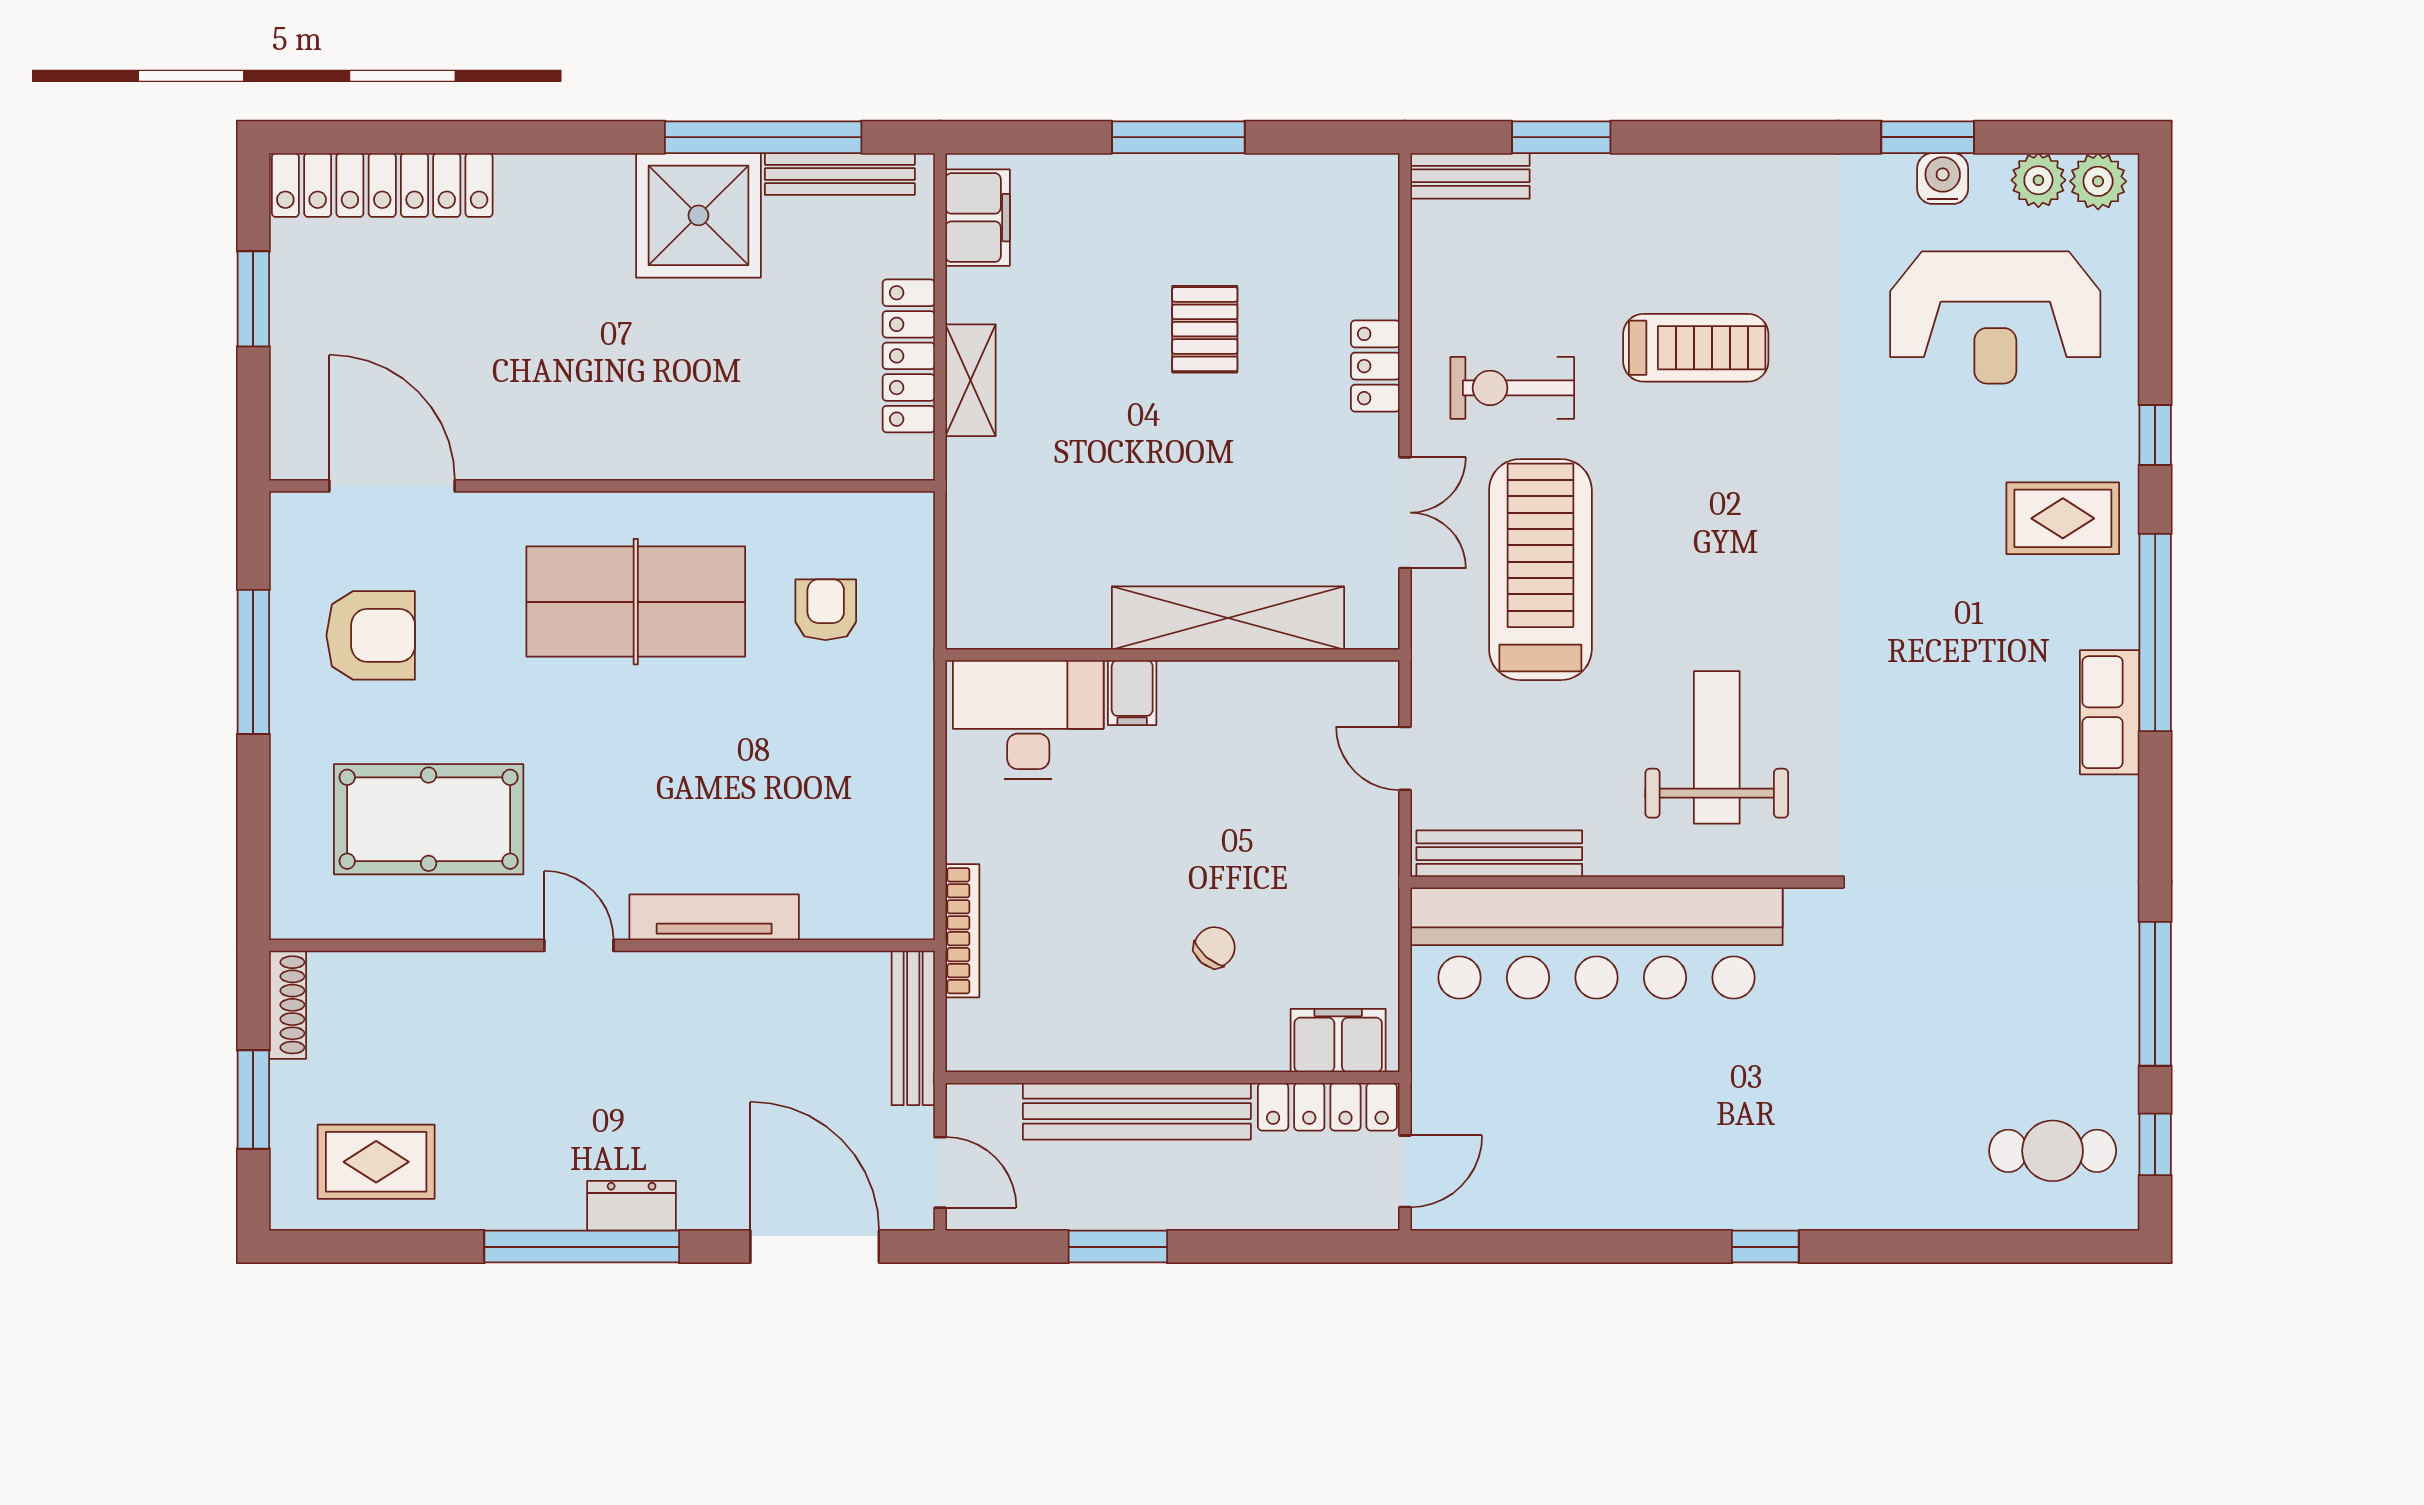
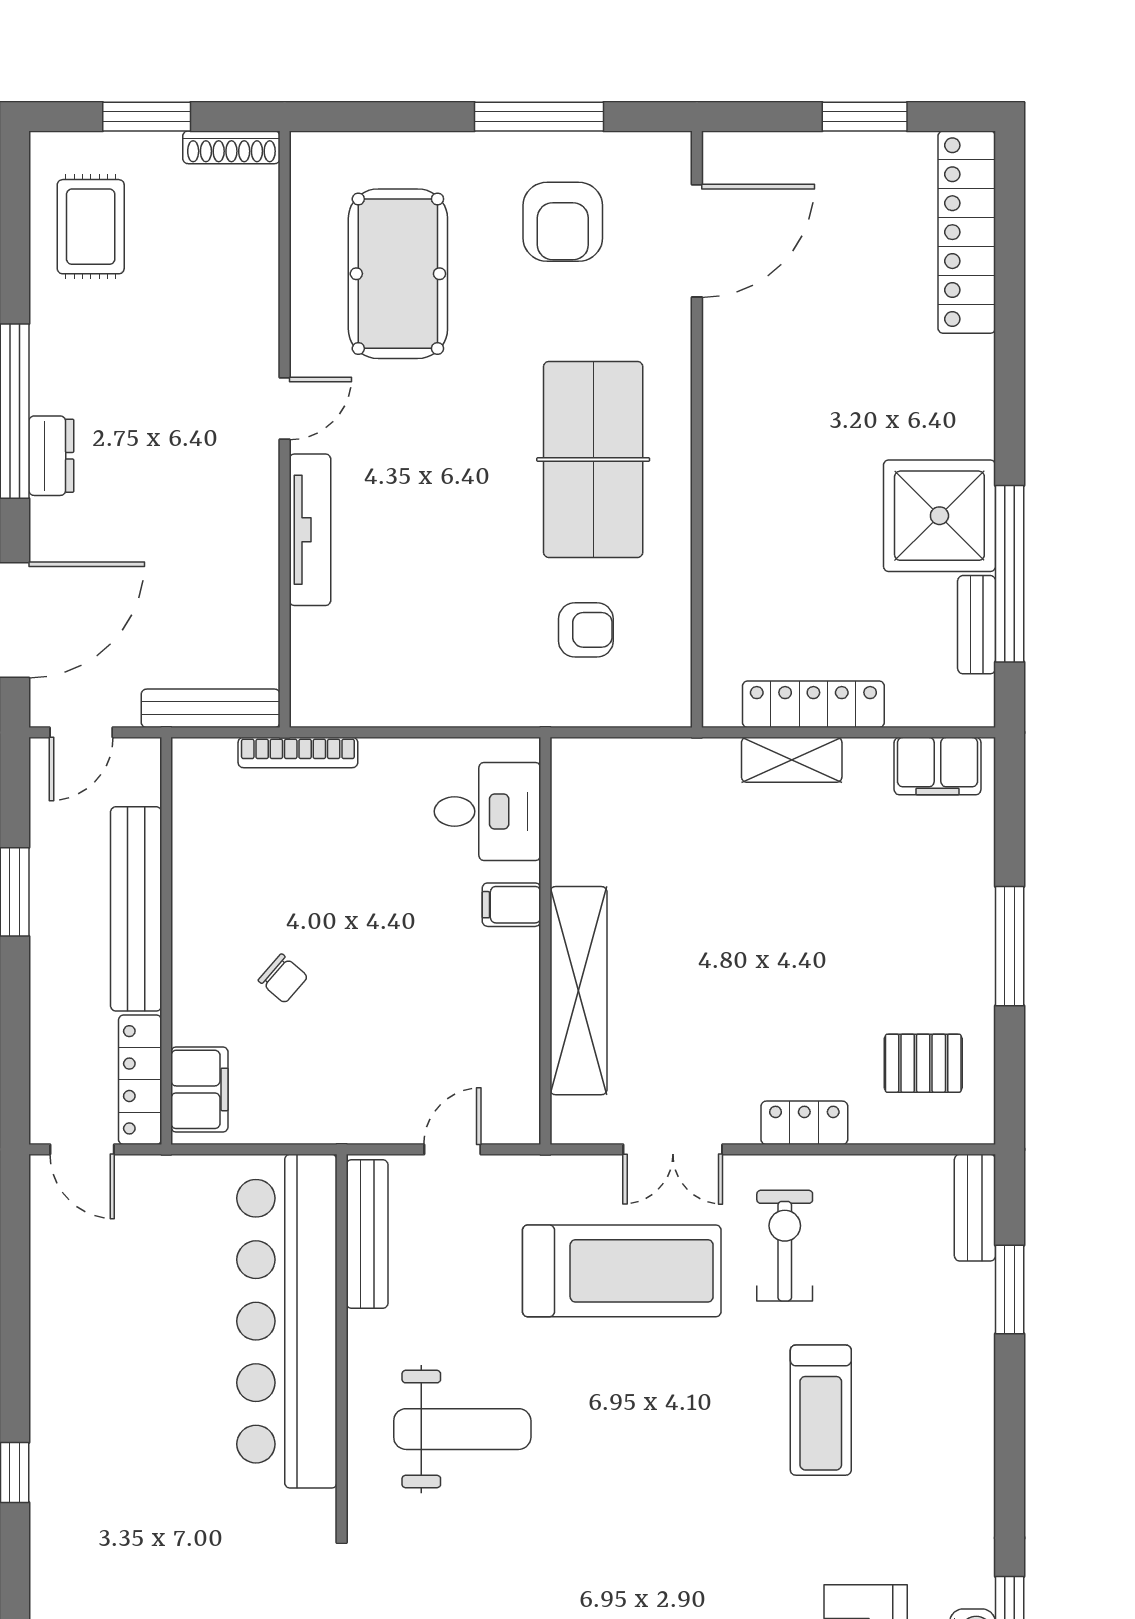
bench: (840, 174) -> (977, 625), width x0.73
pallet: (1205, 329) -> (923, 1063), moved
desk: (1028, 719) -> (487, 811), width x0.73

